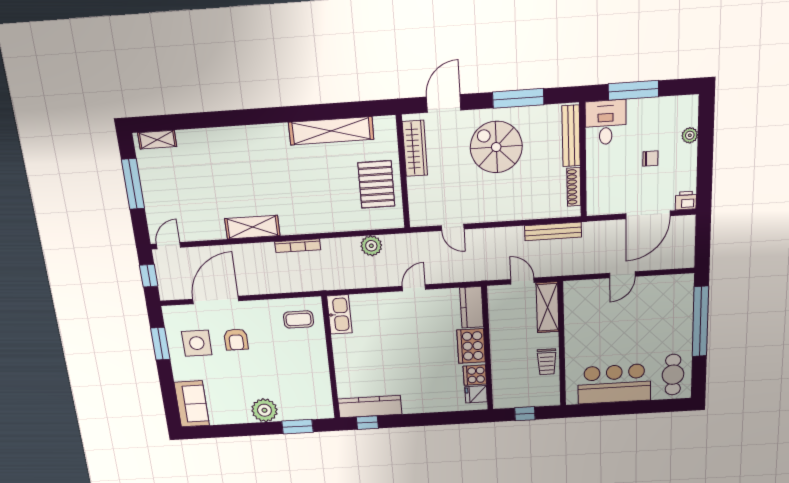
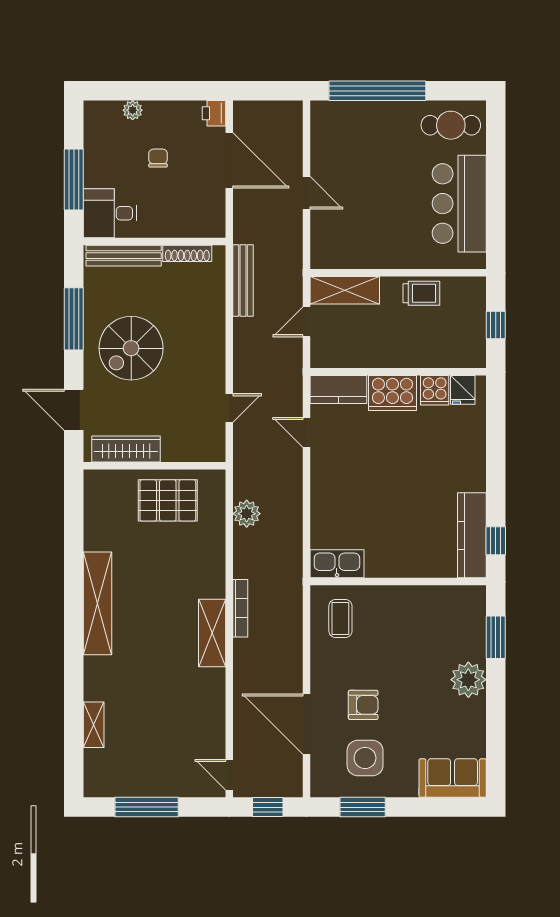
shelving: (331, 131) -> (97, 603), moved
shelving: (157, 140) -> (94, 725), moved
shelving: (252, 227) -> (212, 633), moved
door: (414, 288) -> (306, 432), moved

